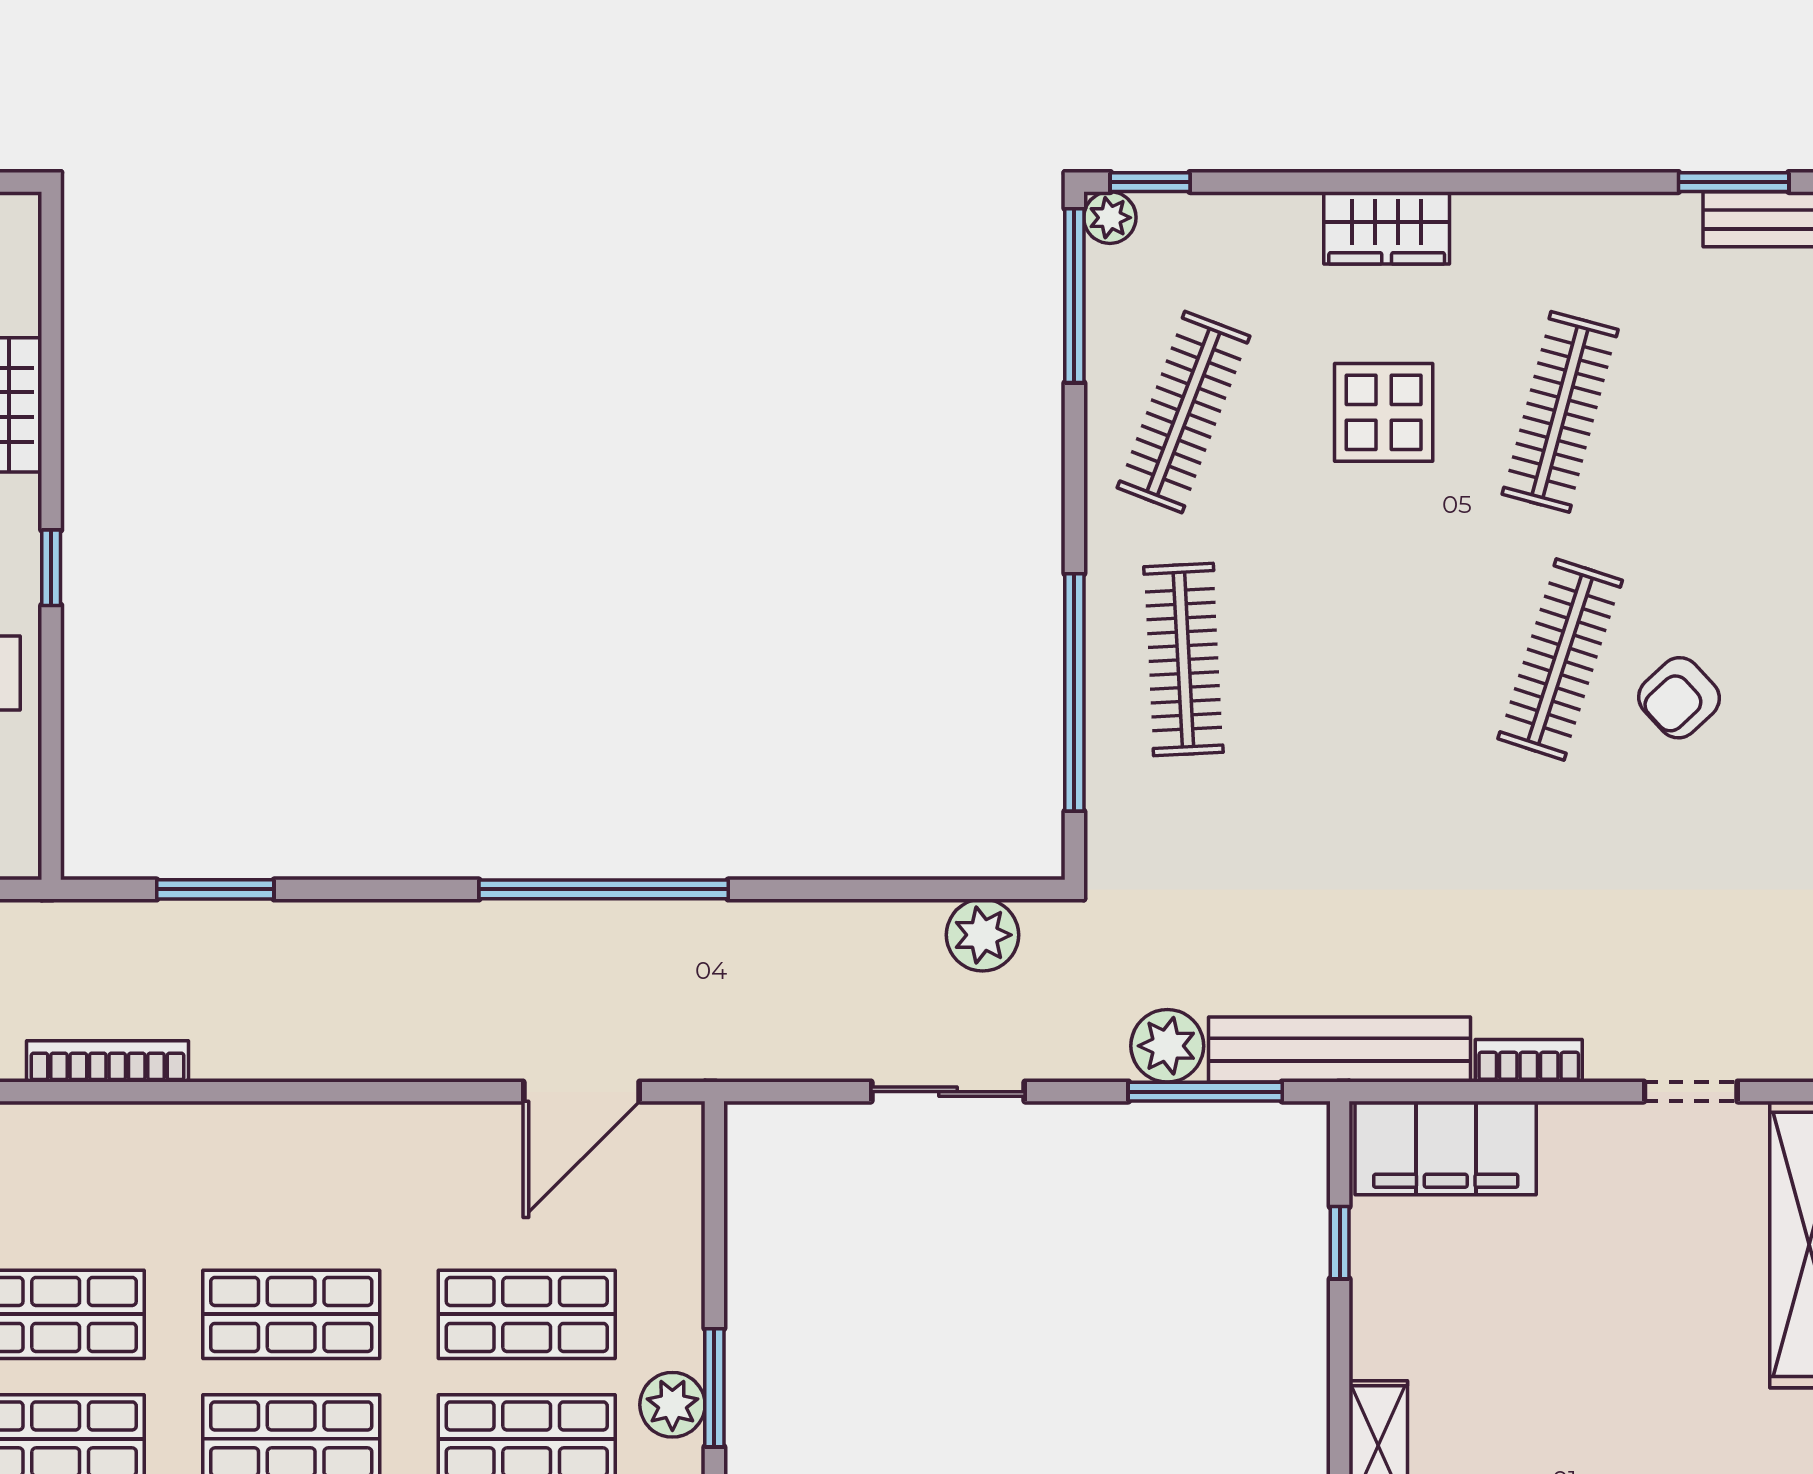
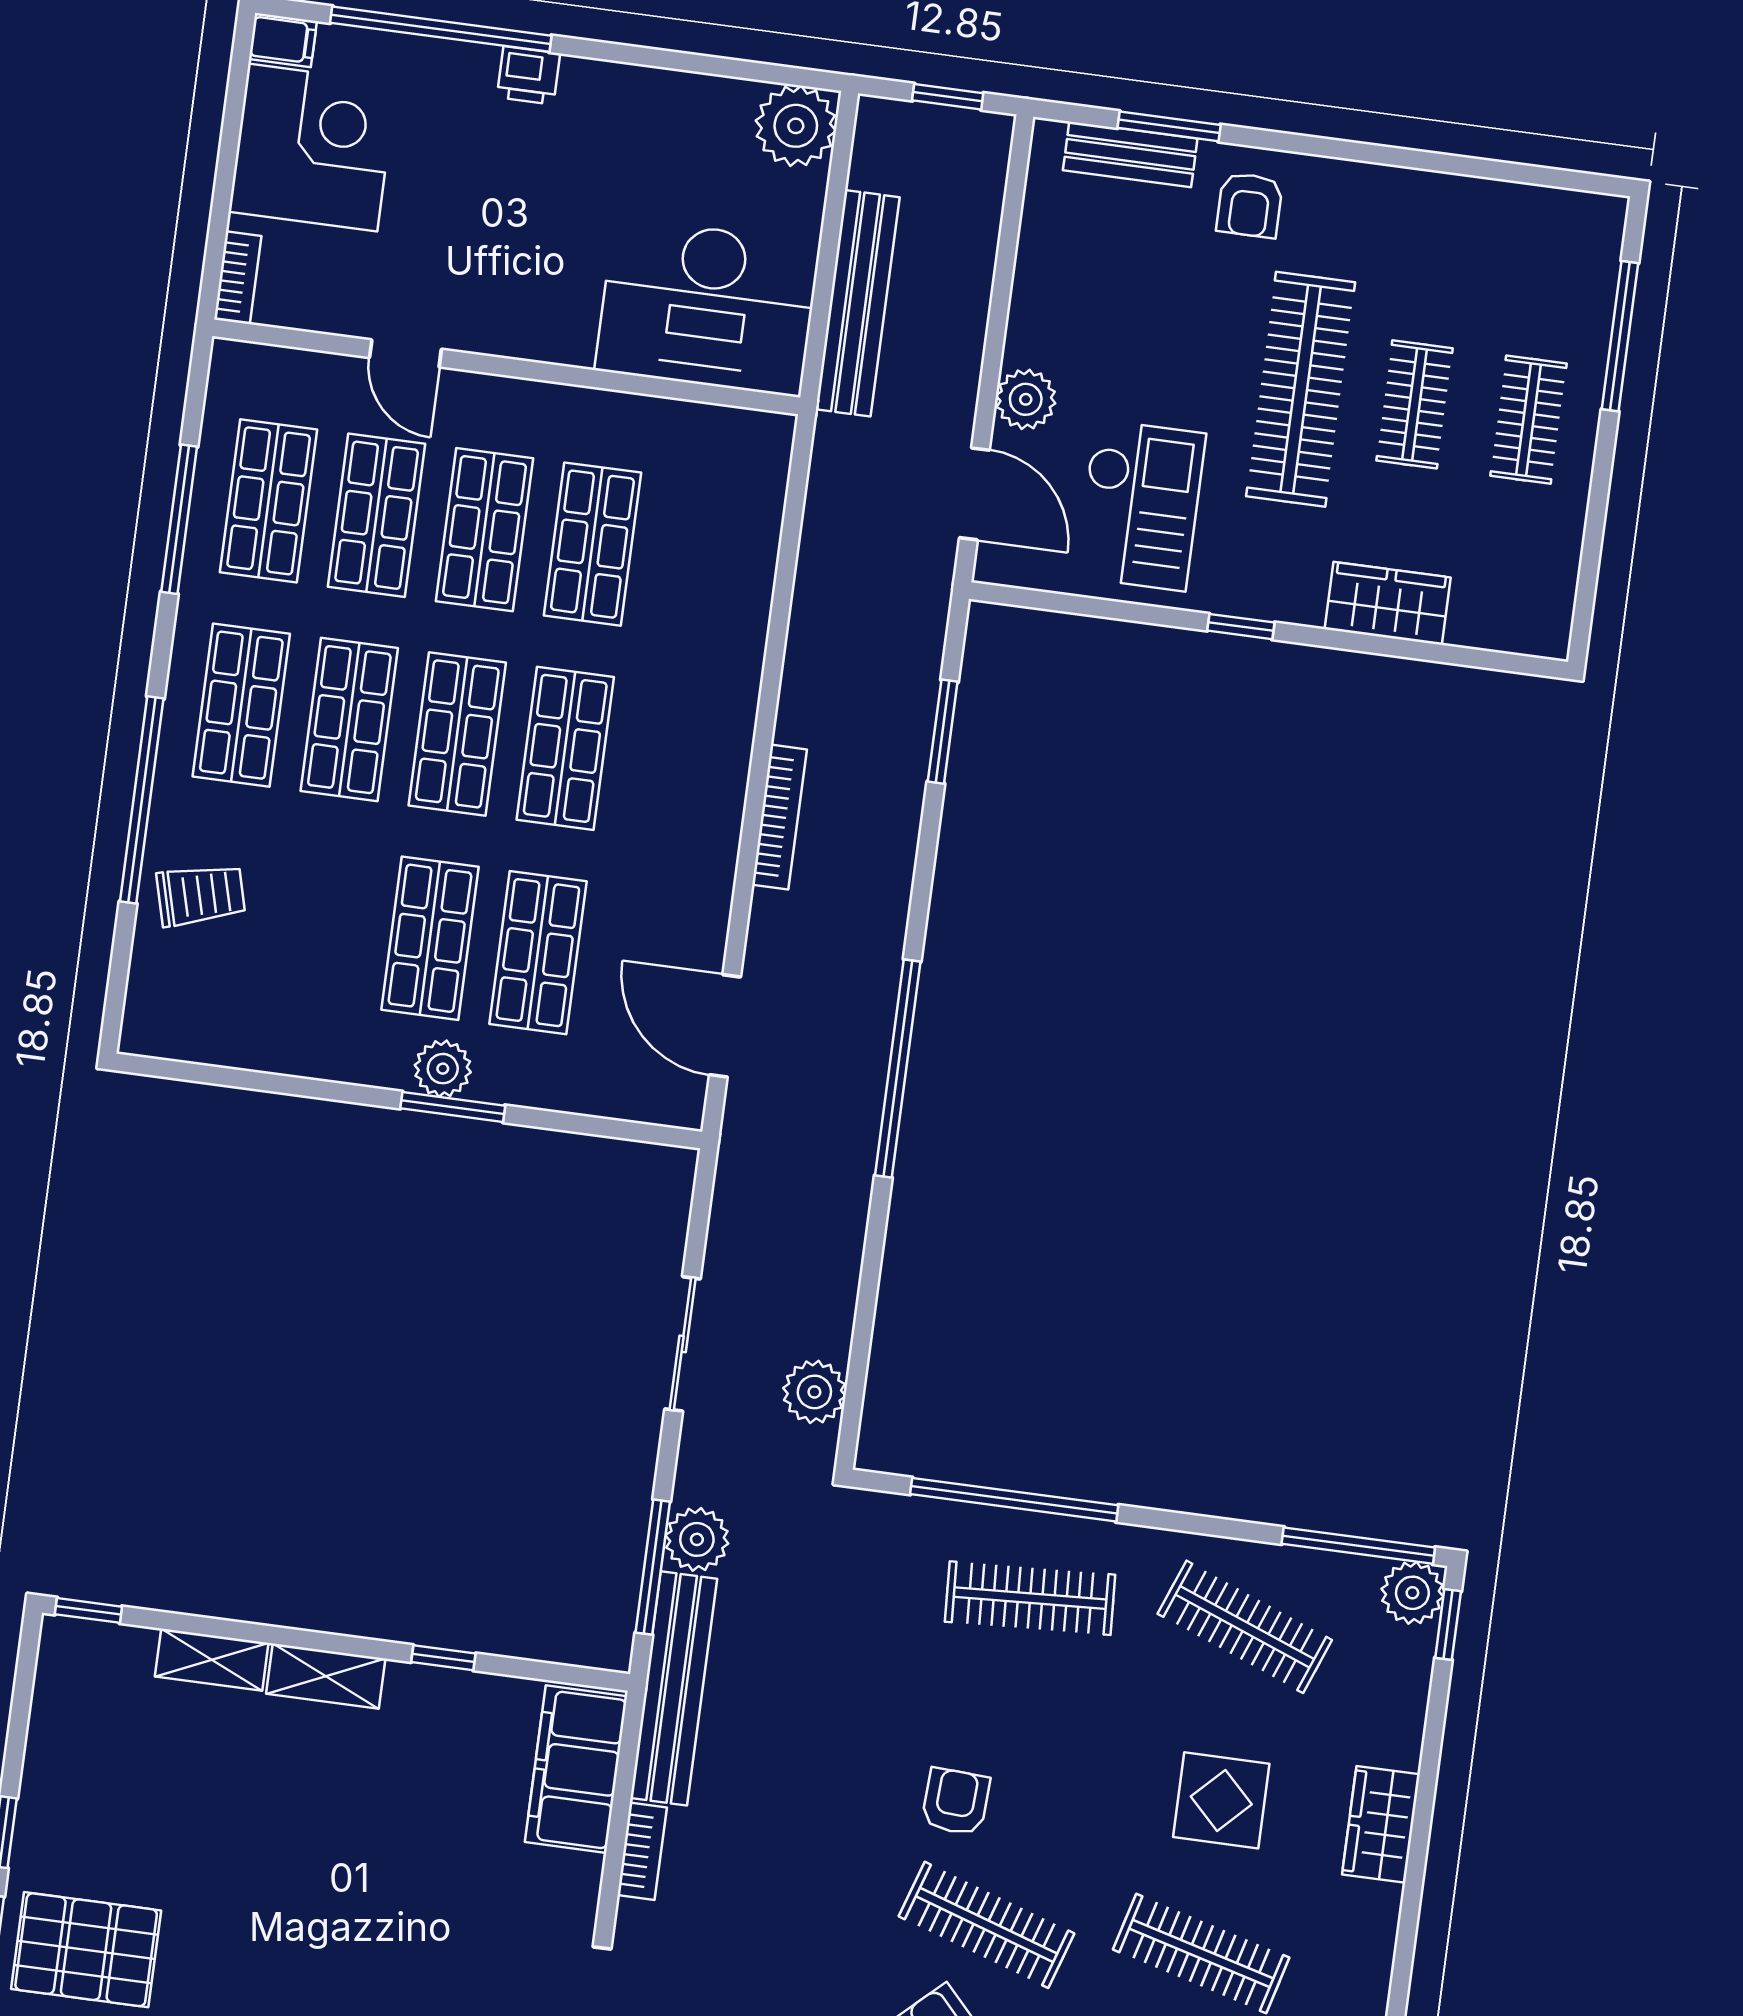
plant: (1110, 218) -> (1412, 1593), width x1.38, depth x1.38
armchair: (1425, 713) -> (956, 1802), added
bookcase: (108, 1061) -> (780, 817), moved
window: (1340, 1243) -> (443, 1658), moved

